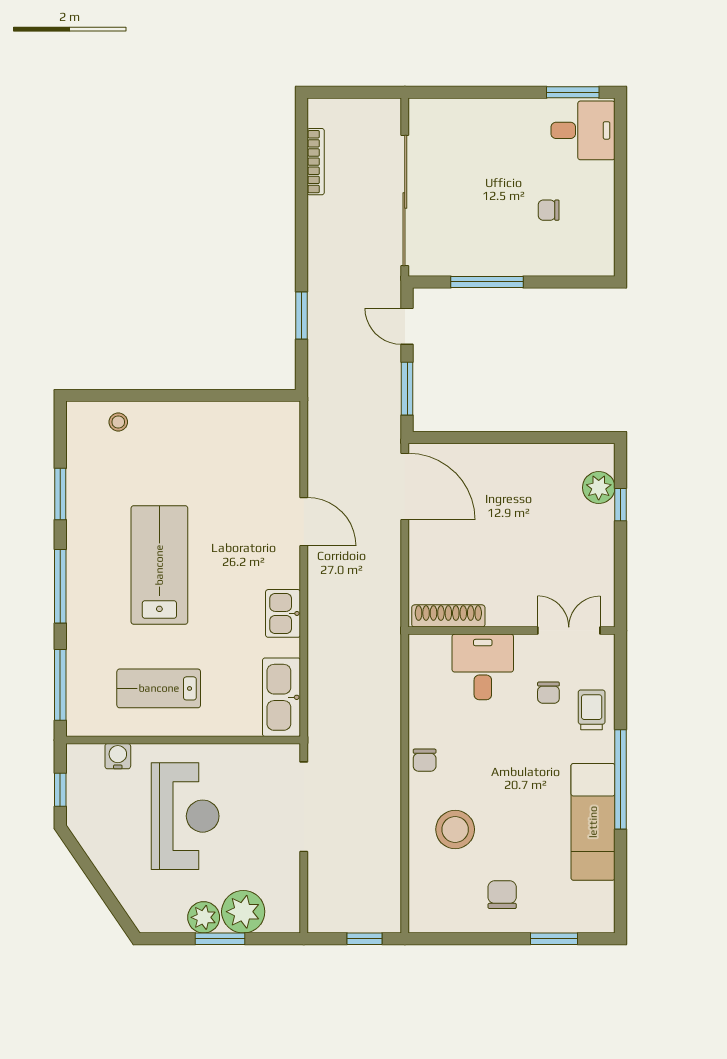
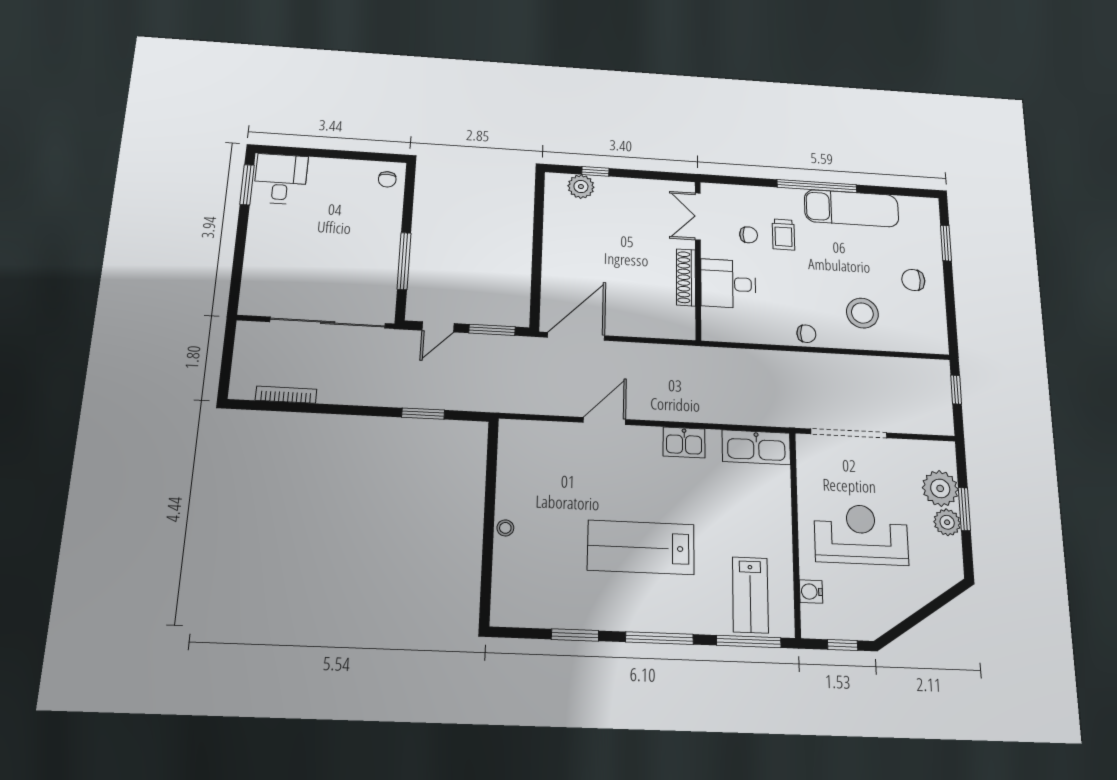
chair: (549, 210) -> (387, 179), moved
stool: (118, 422) -> (505, 528), moved
shoe rack: (448, 616) -> (686, 277), moved
lab bench: (159, 688) -> (750, 595), moved
trolley: (592, 710) -> (783, 235), moved, turned -90

